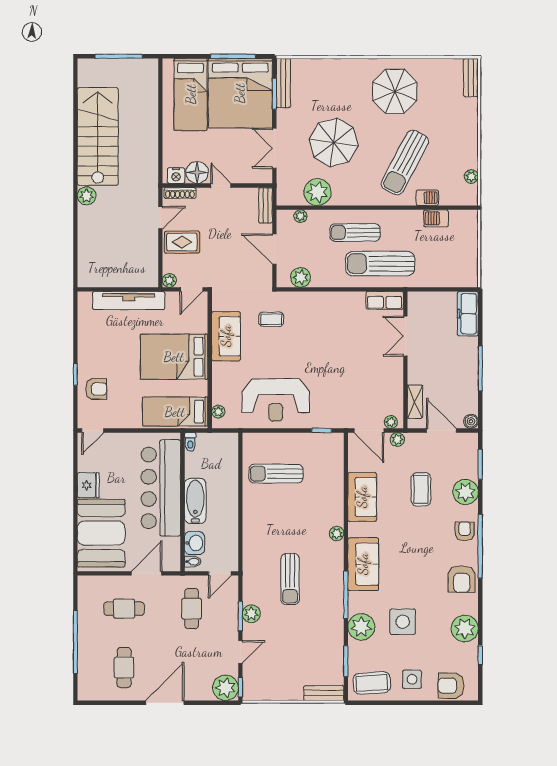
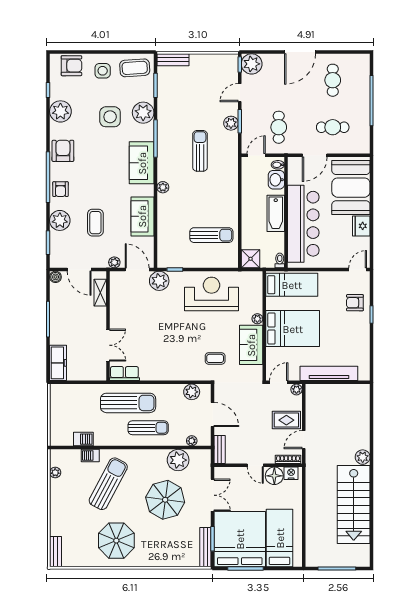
plant: (218, 412) -> (257, 319), moved
plant: (391, 422) -> (159, 281), moved, width x1.88, depth x1.88
shower: (227, 444) -> (251, 259), added

